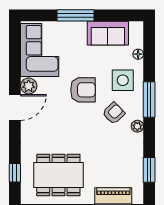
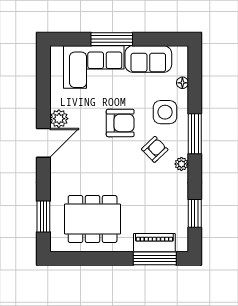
corner sofa: (40, 50) -> (94, 67), moved, turned 90
window: (15, 173) -> (43, 216), width x1.50

